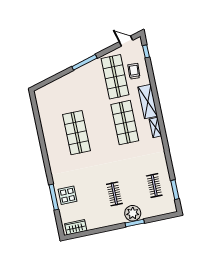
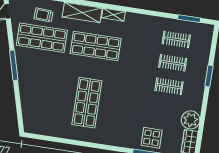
shop shelf: (76, 133) -> (87, 103), turned 90
clothes rail: (134, 190) -> (173, 63), added
plant: (133, 213) -> (191, 120), moved

